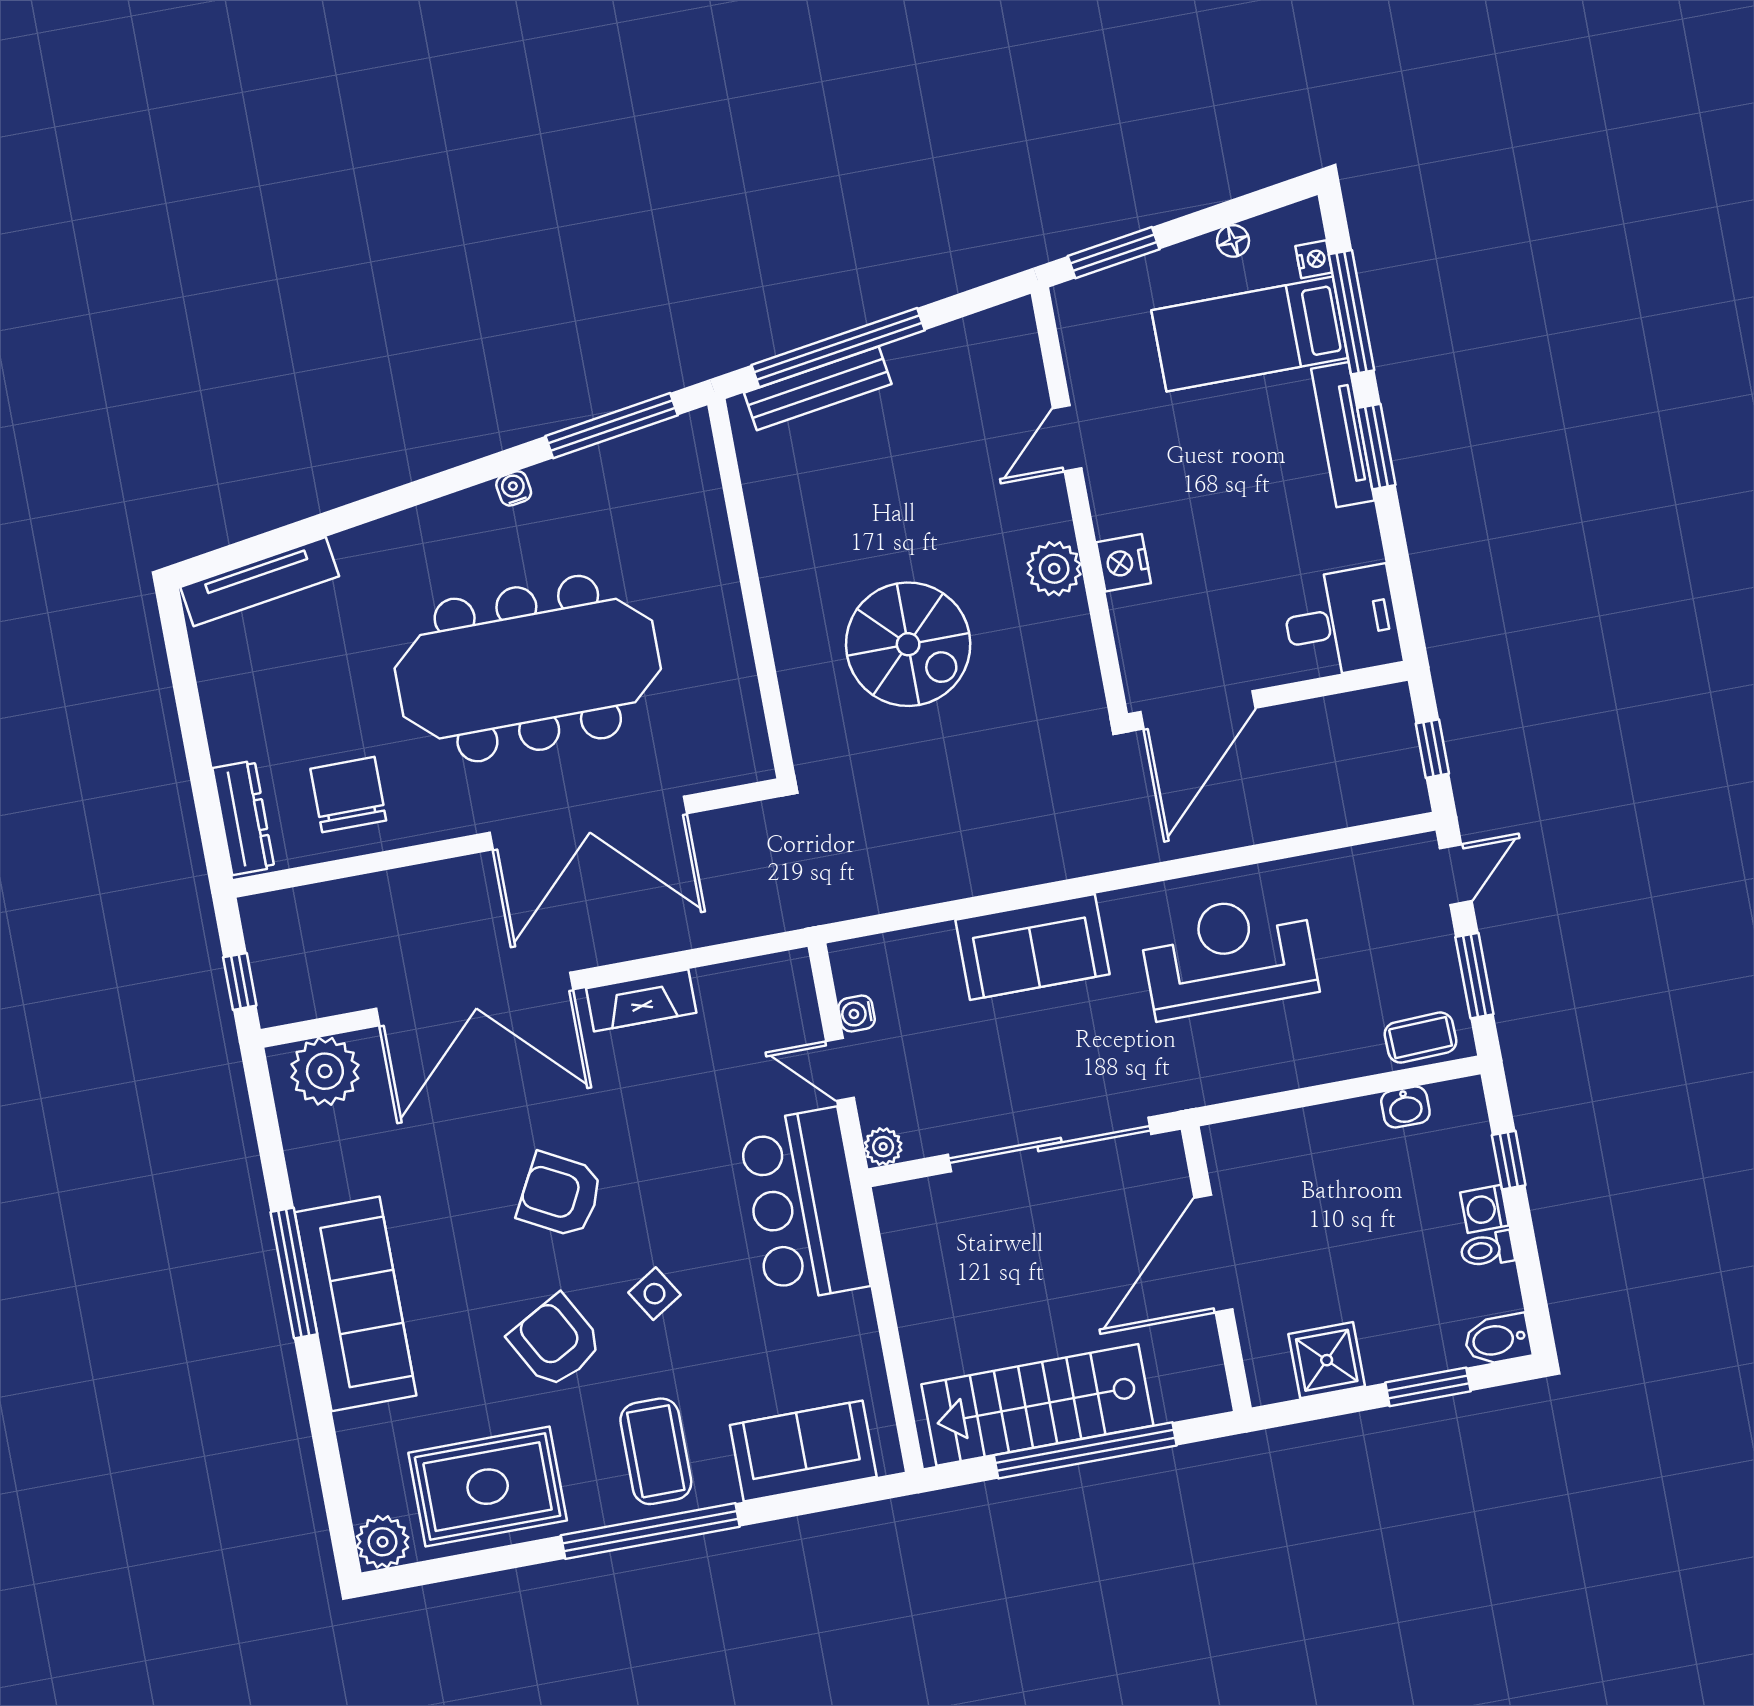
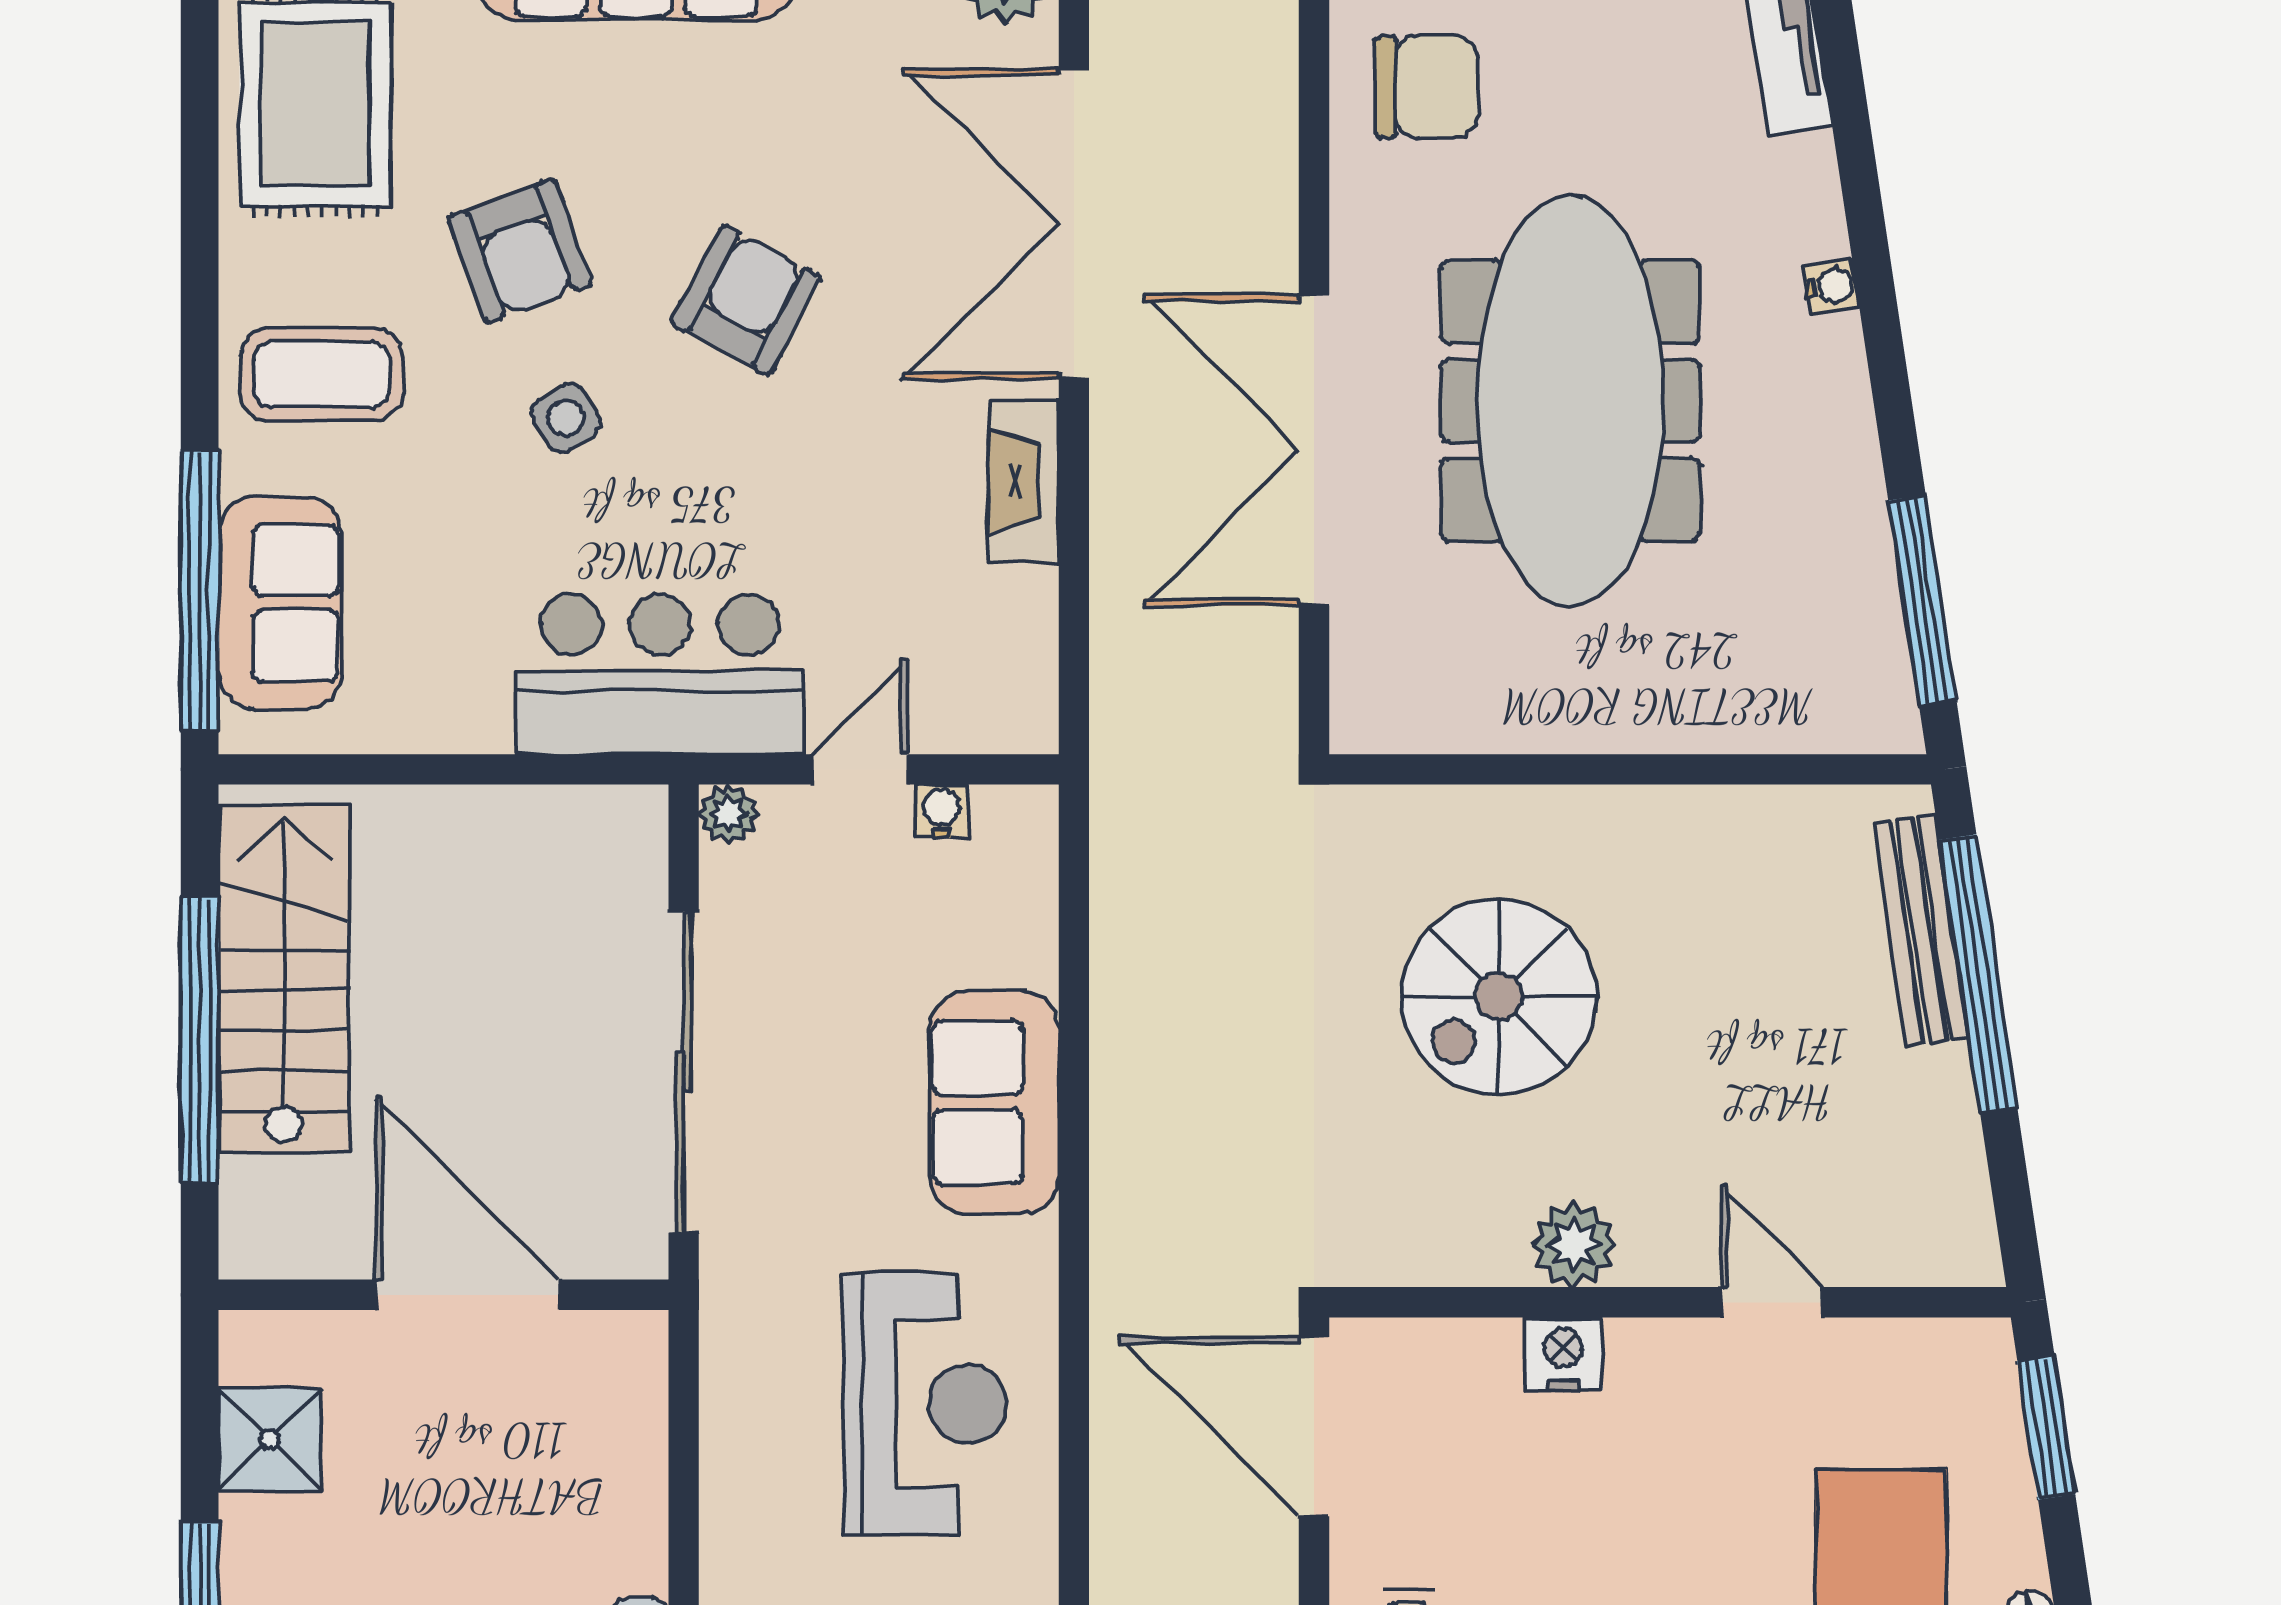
water cooler: (514, 488) -> (1832, 286), moved
armchair: (556, 1341) -> (520, 251), turned 99
window: (650, 1531) -> (200, 591), moved

